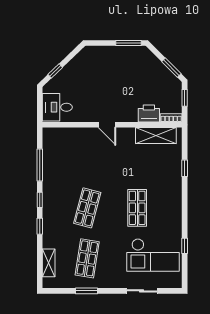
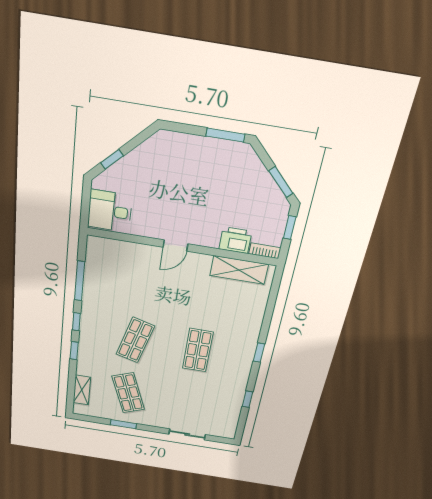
door: (107, 125) -> (175, 246), hinge flipped
window: (185, 168) -> (259, 353), moved
checkout: (153, 255) -> (208, 402), removed
shop shelf: (87, 258) -> (128, 393), turned -30

